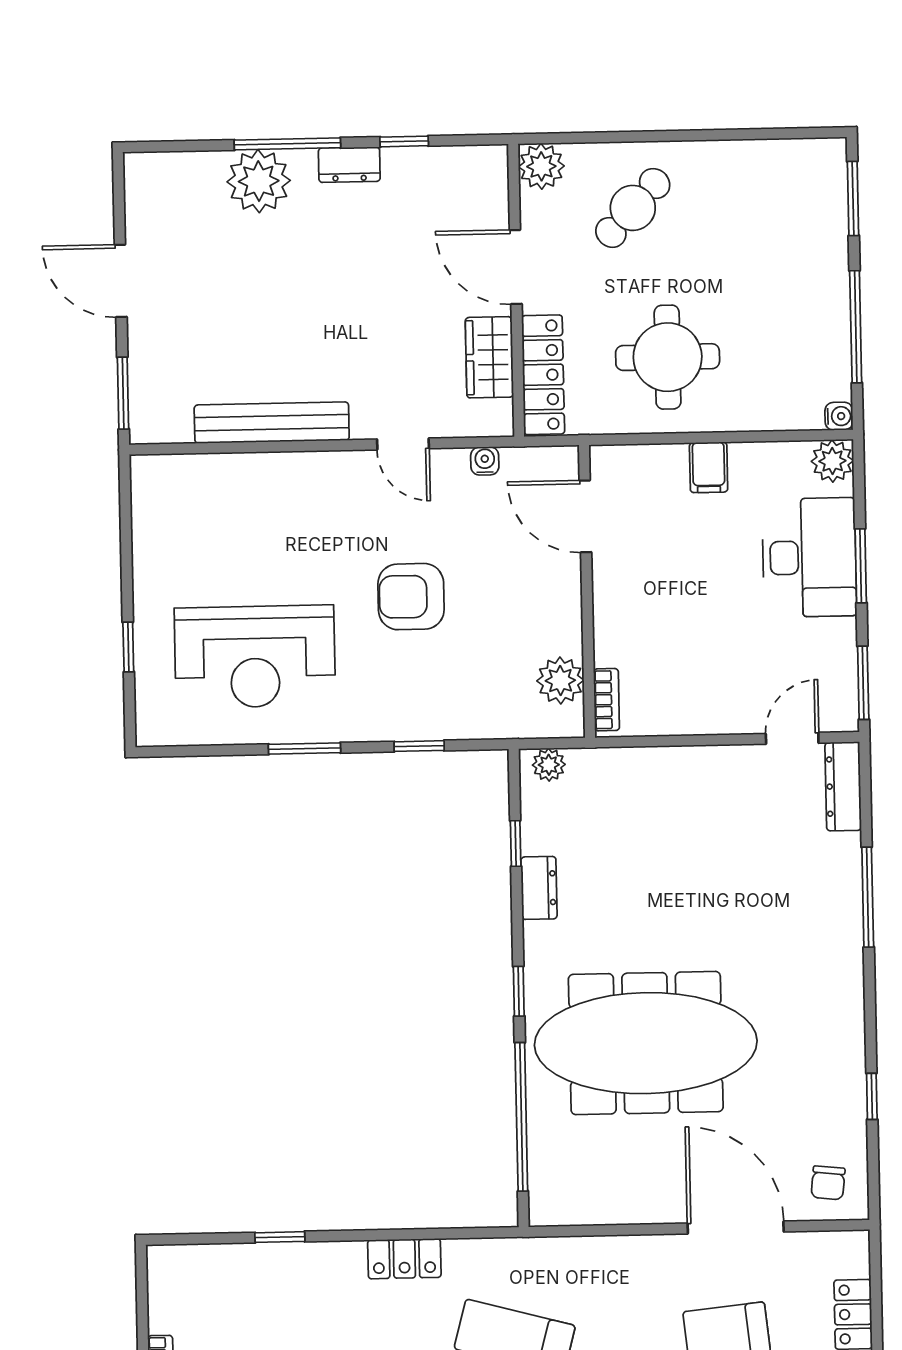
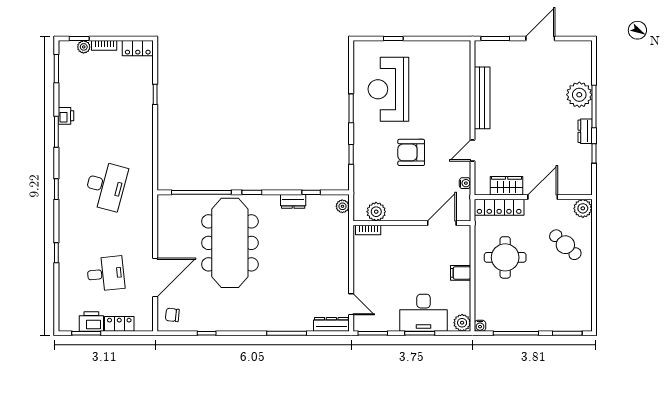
armchair: (411, 597) -> (411, 152), turned -90
locker: (404, 1259) -> (138, 48), moved, turned -90

